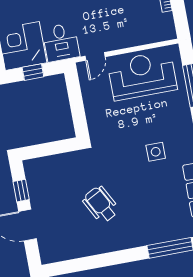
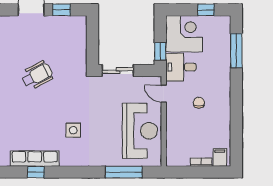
chair: (98, 14) -> (199, 103), added
window: (33, 72) -> (160, 51), moved
sliding door: (78, 113) -> (118, 71), added

